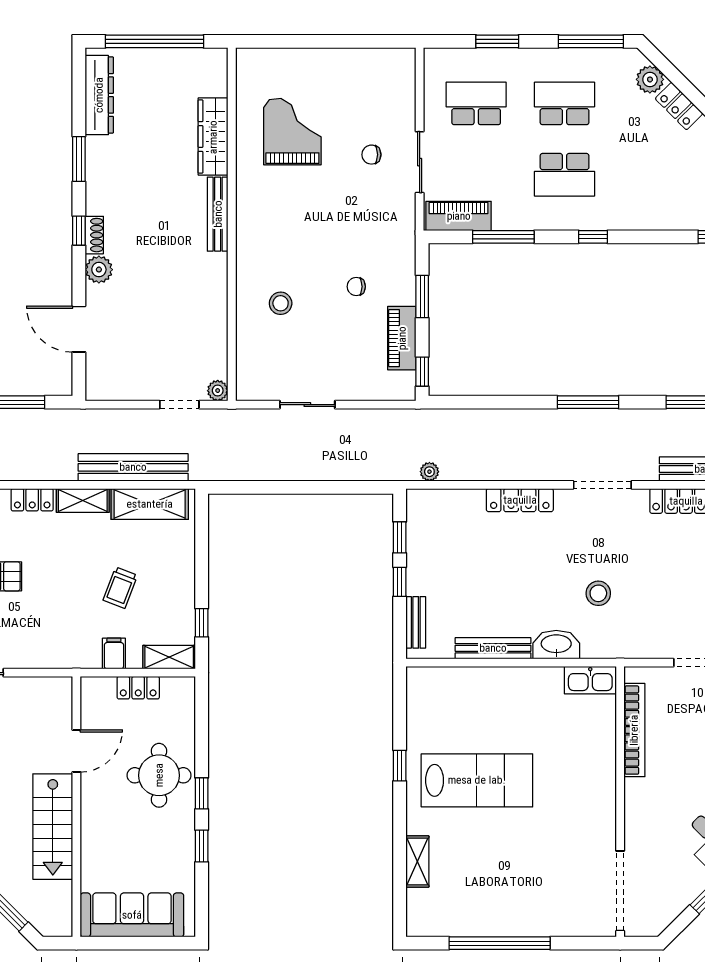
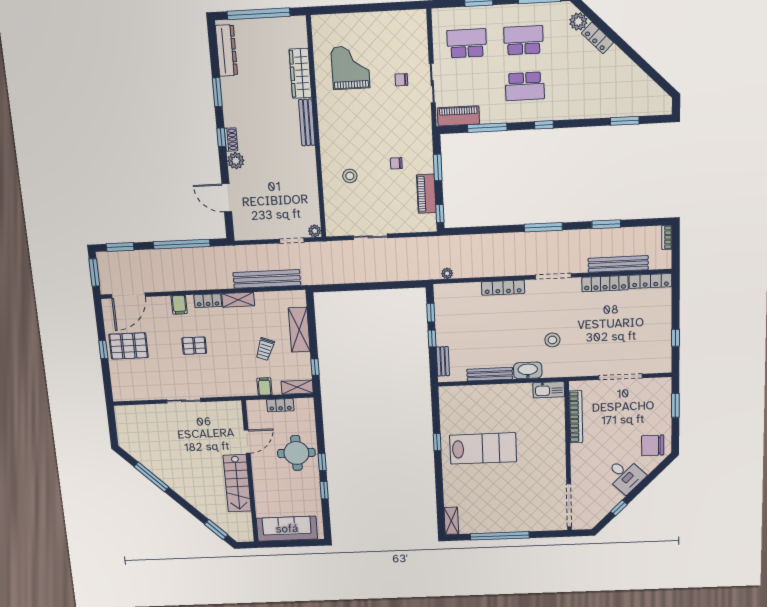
shelving: (150, 504) -> (299, 330), moved, turned 90
shelving: (417, 862) -> (451, 521), moved

